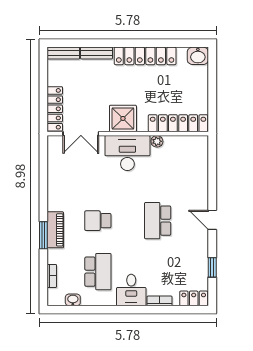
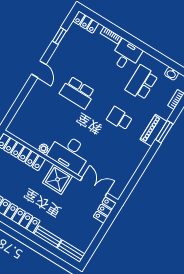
locker: (55, 109) -> (105, 210), width x0.66
school desk: (98, 221) -> (119, 118), turned 180
school desk: (158, 221) -> (77, 92), turned 90

